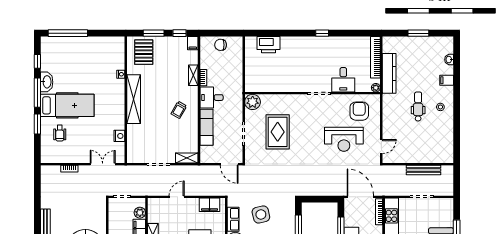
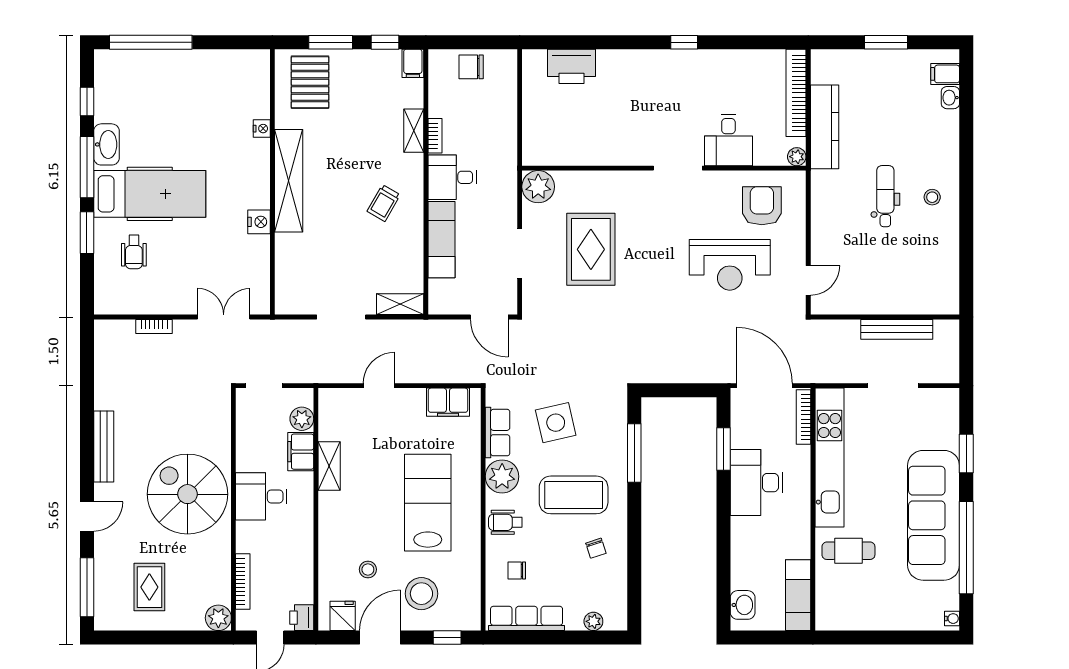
filing cabinet: (447, 80) -> (945, 74), moved
nightstand: (119, 136) -> (259, 222), moved

